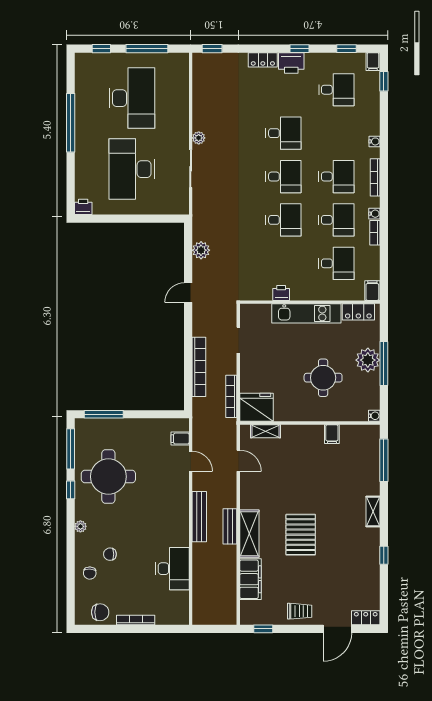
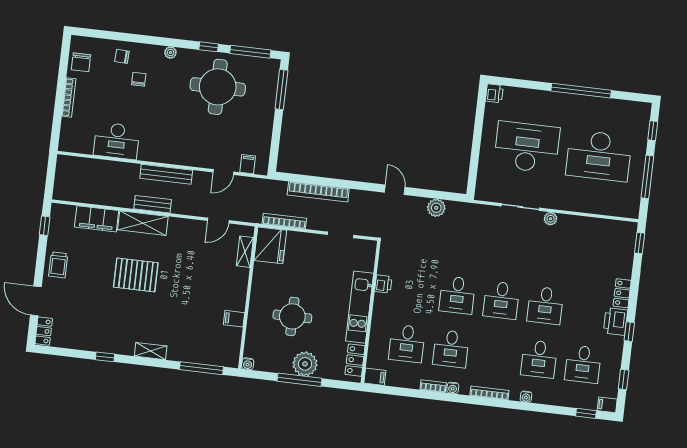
desk: (336, 177) -> (539, 359), moved

